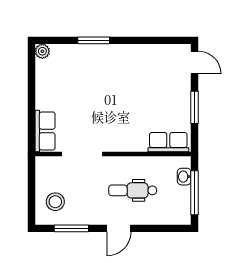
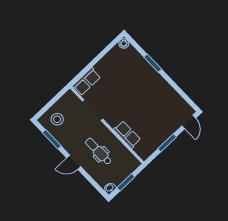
row of seats: (168, 142) -> (127, 135), moved
washbasin: (184, 177) -> (110, 188), moved
window: (195, 193) -> (126, 182), width x0.69

